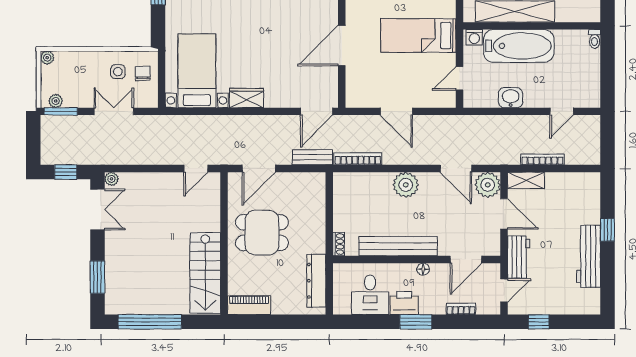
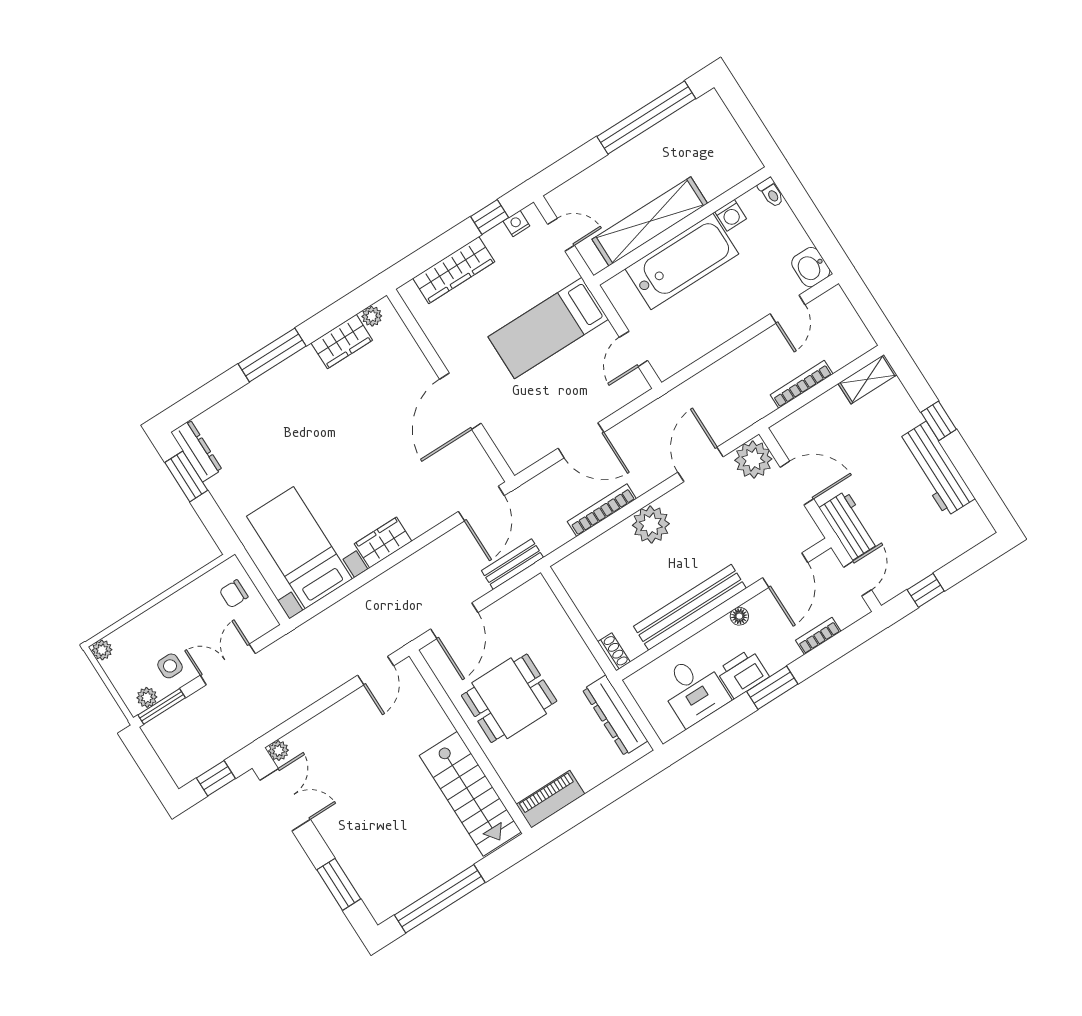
washing machine: (474, 37) -> (731, 215), moved
side table: (118, 72) -> (170, 666), moved
chair: (143, 73) -> (234, 594), turned -89
washbasin: (511, 98) -> (811, 267), moved, turned -90
bookcase: (358, 159) -> (602, 510), moved
door: (456, 168) -> (701, 464), swing flipped
shelving: (526, 180) -> (868, 379), moved

